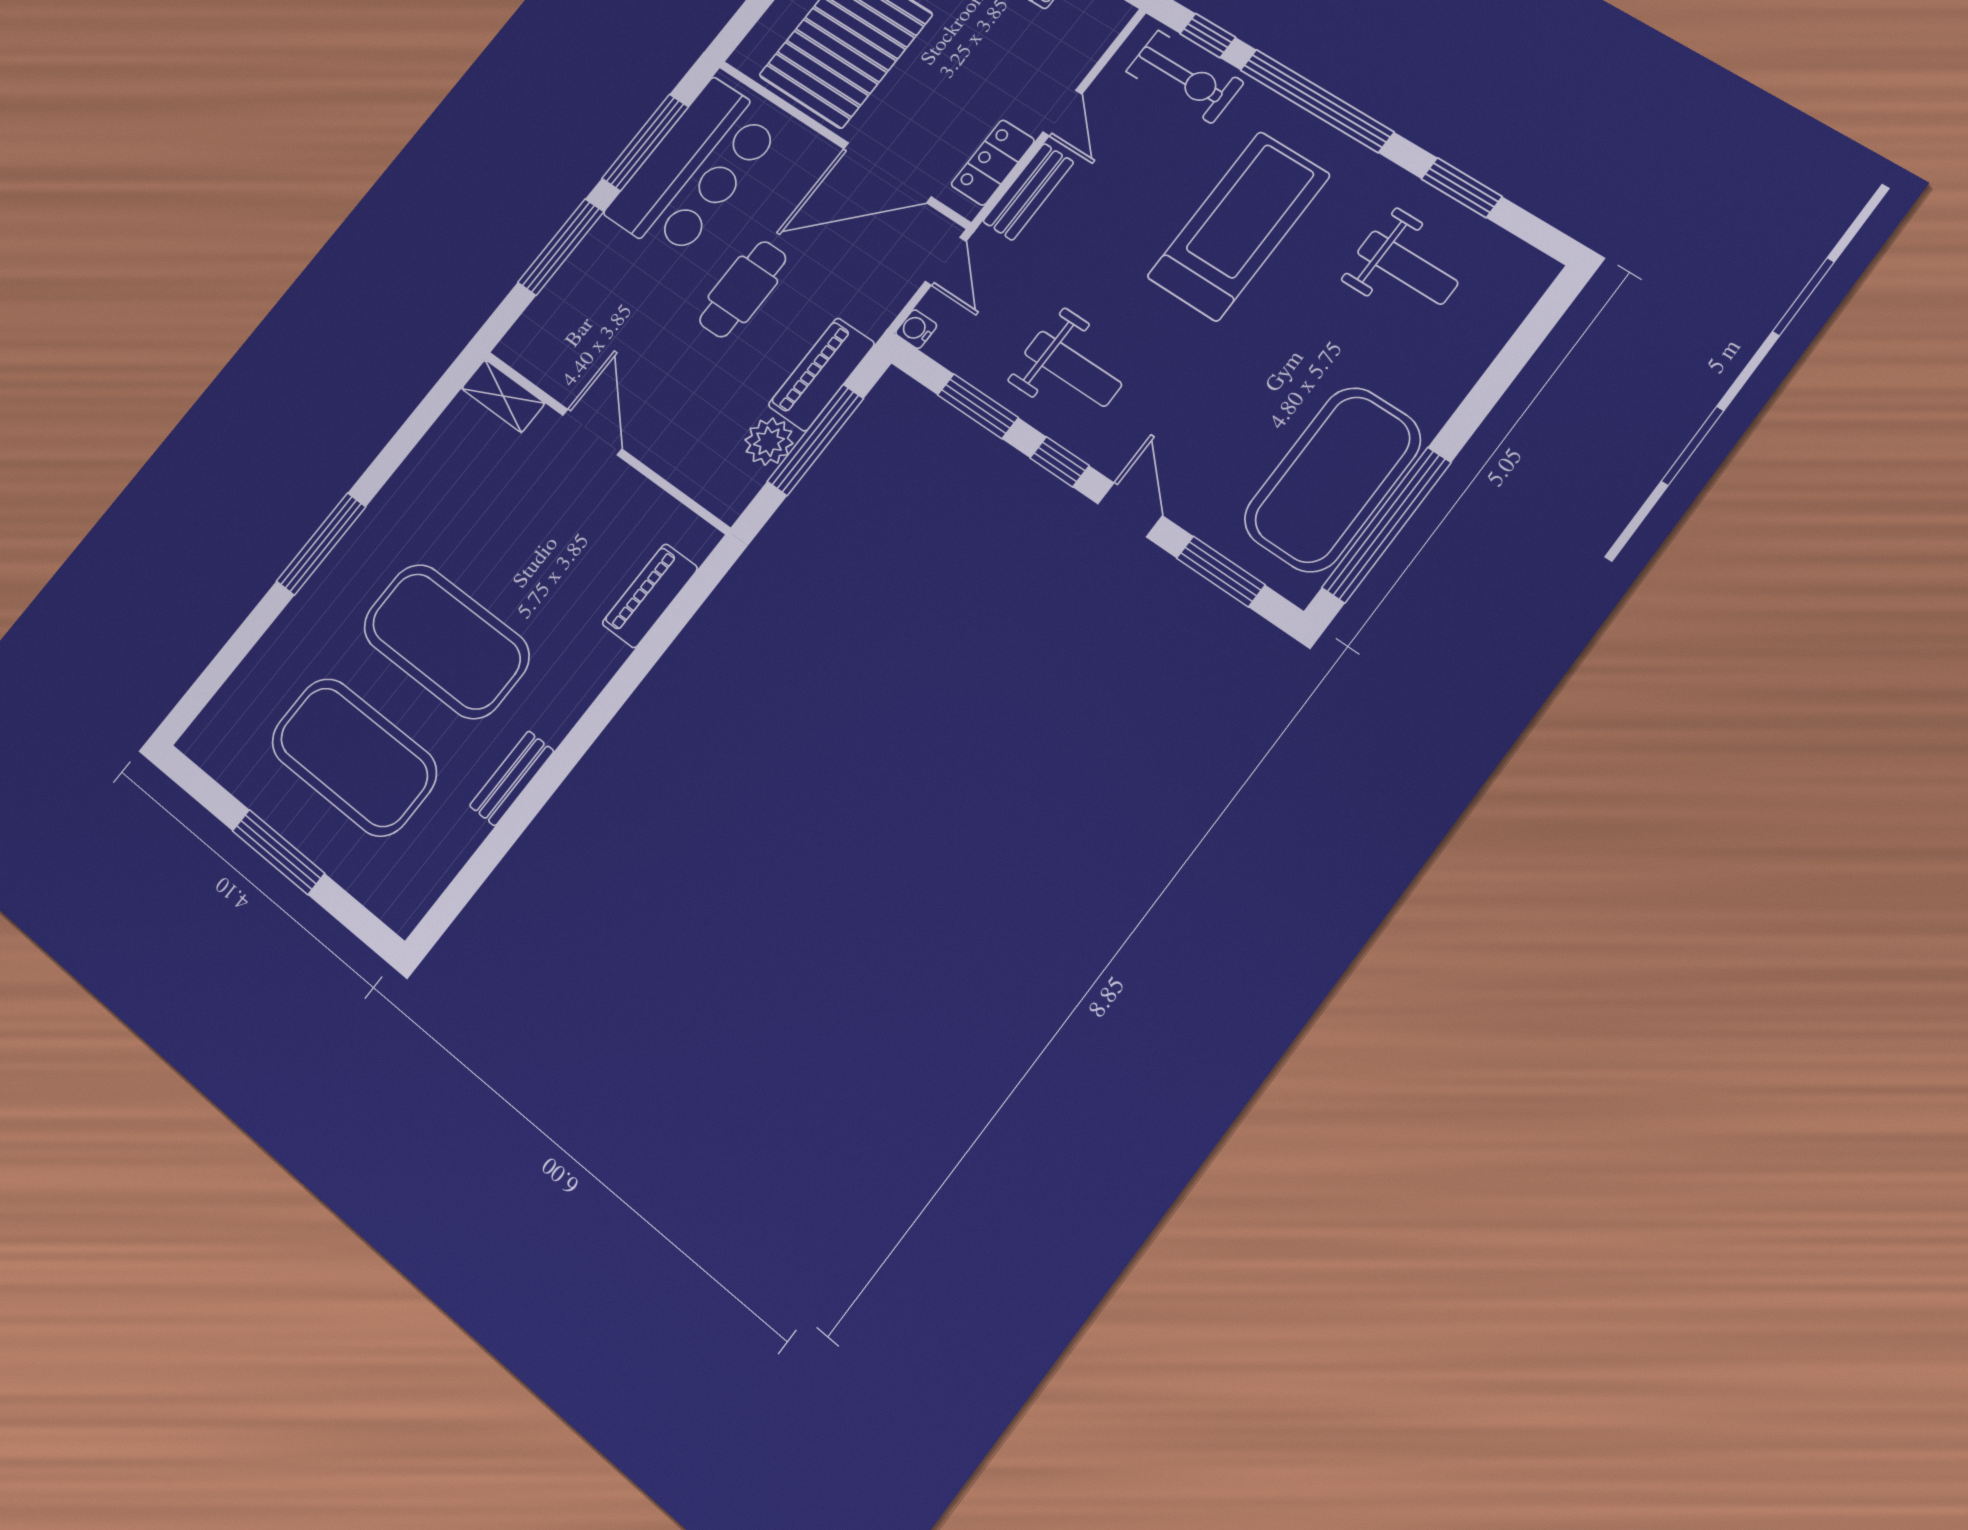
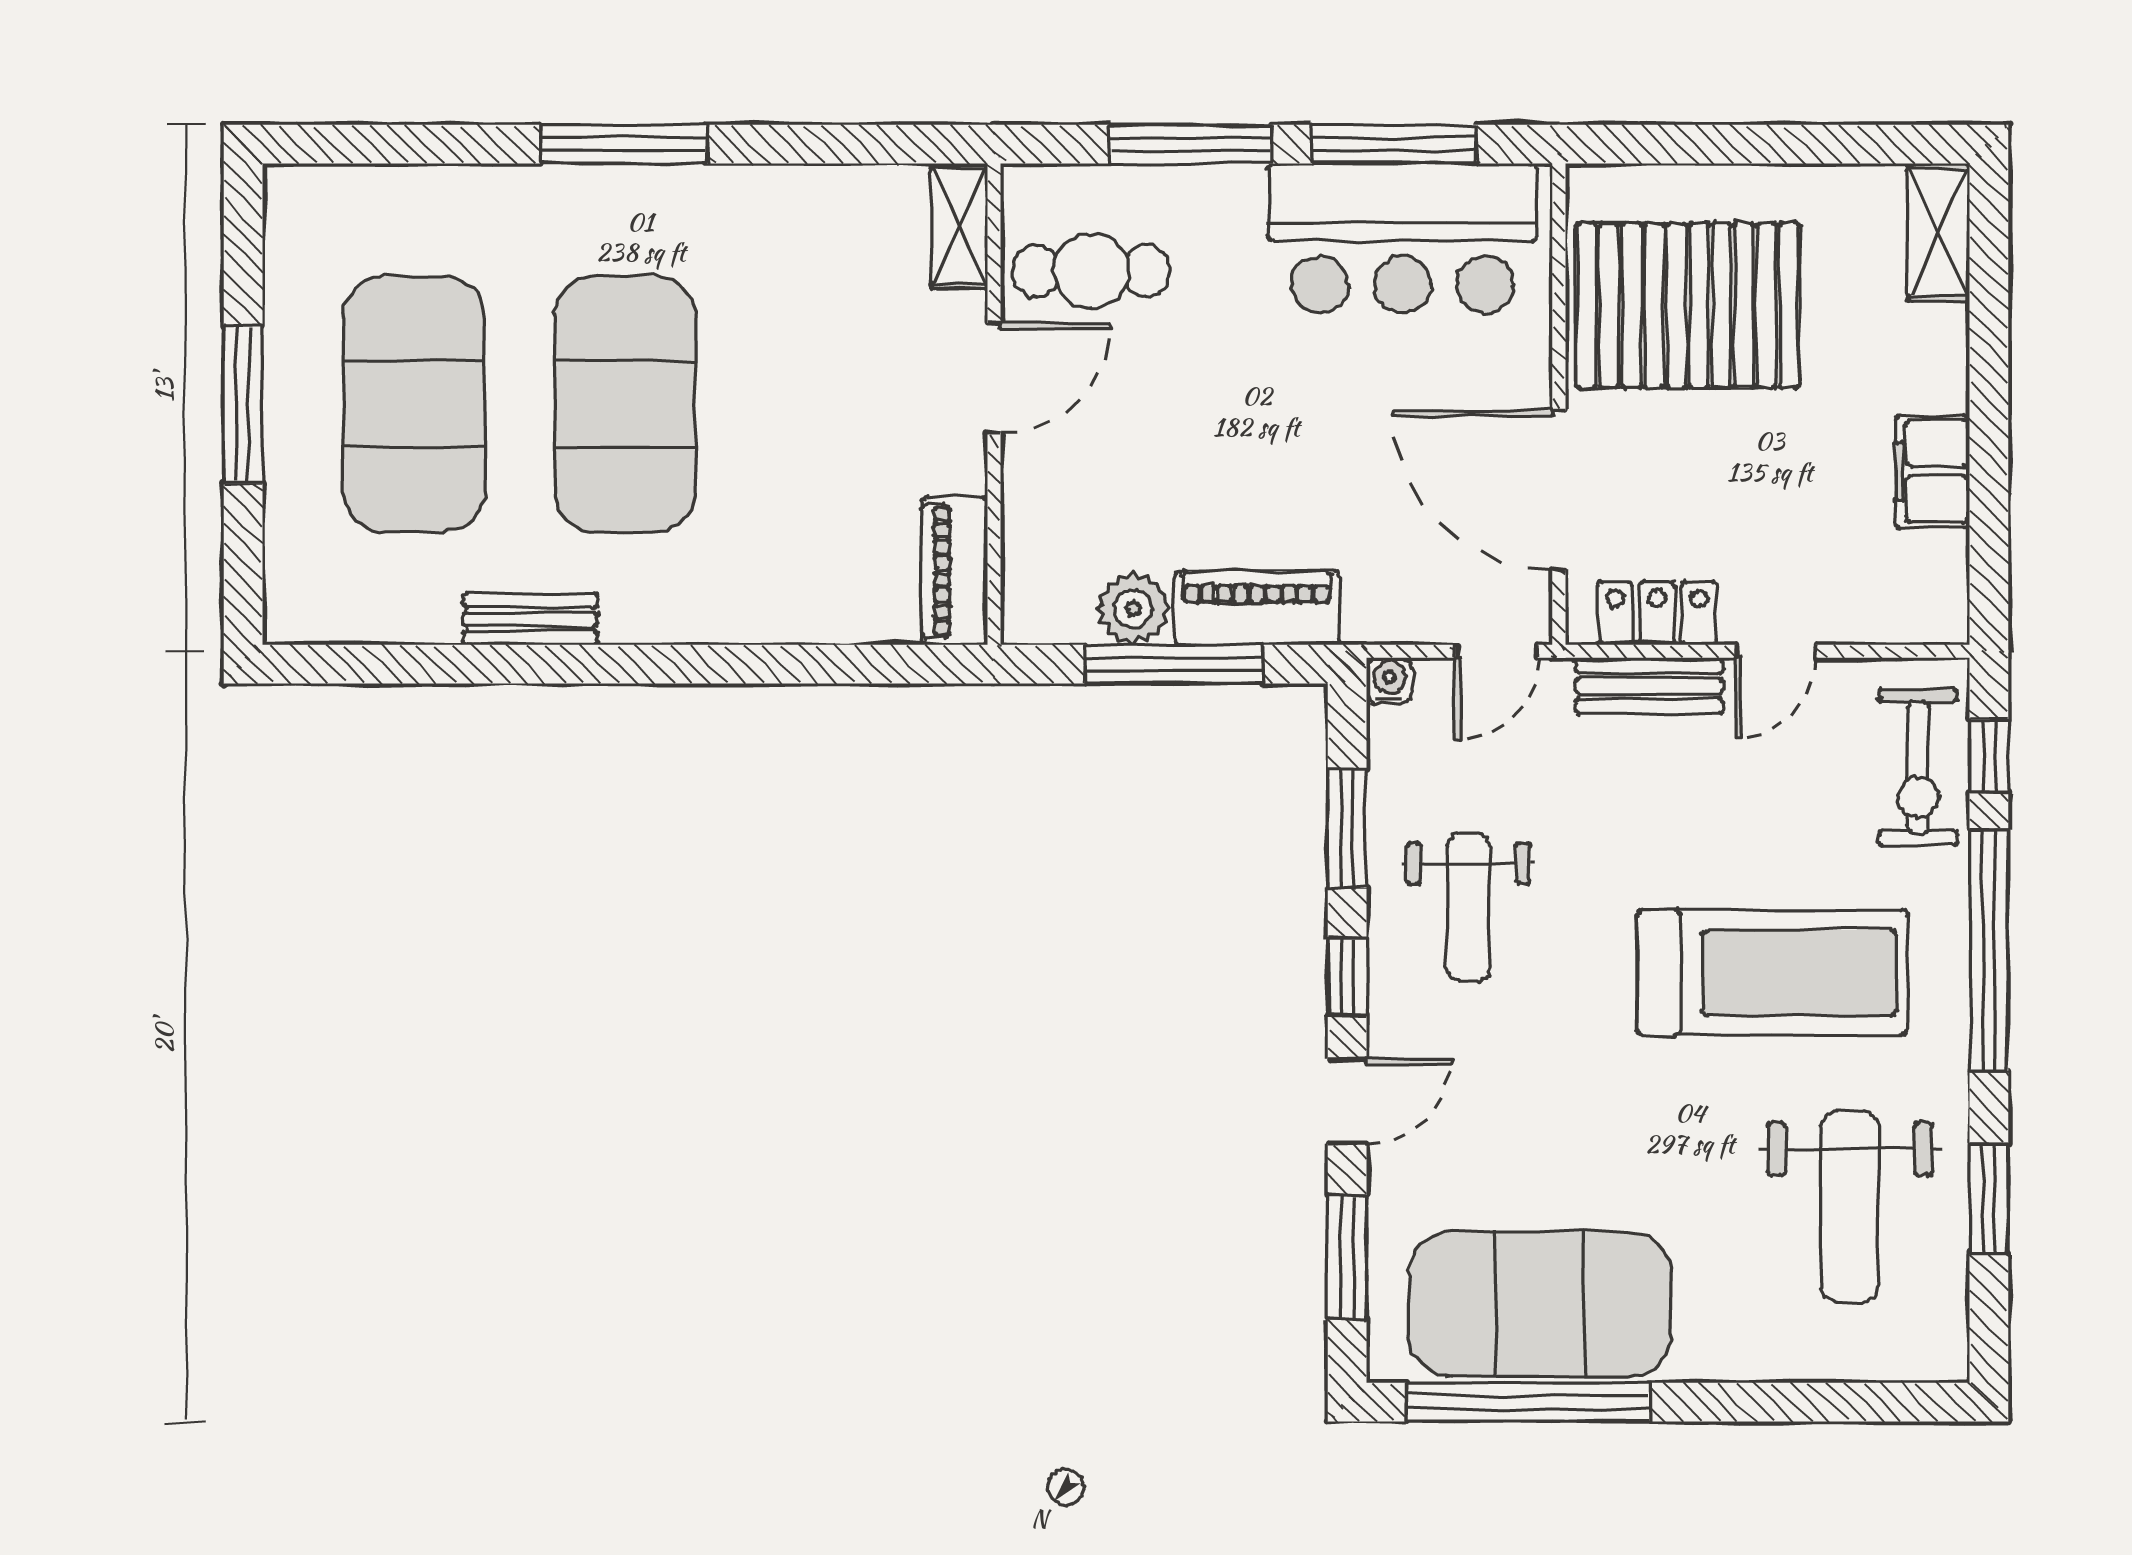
weight bench: (1408, 268) -> (1850, 1207), width x1.36, depth x1.33
cafe table: (743, 289) -> (1091, 271), moved
piano: (650, 596) -> (955, 571), moved, turned -90

